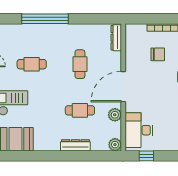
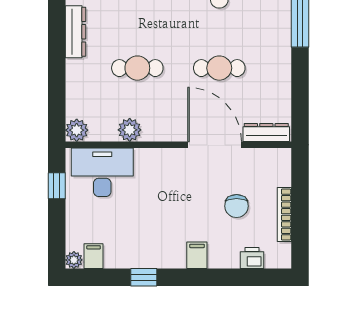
door: (123, 87) -> (215, 145), moved
cafe table: (80, 110) -> (137, 68), turned 90
dresser: (75, 145) -> (75, 32), moved

